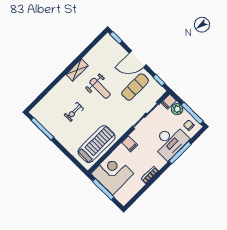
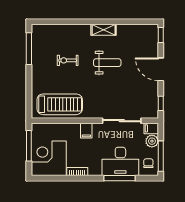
exercise mat: (135, 87) -> (136, 90), removed
weight bench: (100, 88) -> (107, 63), turned -90
corner desk: (112, 174) -> (49, 158), moved, turned -90

